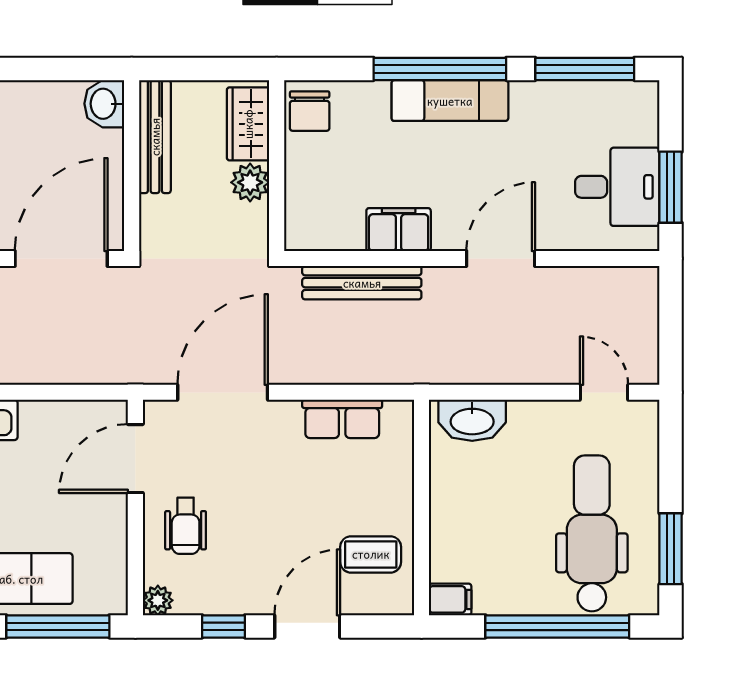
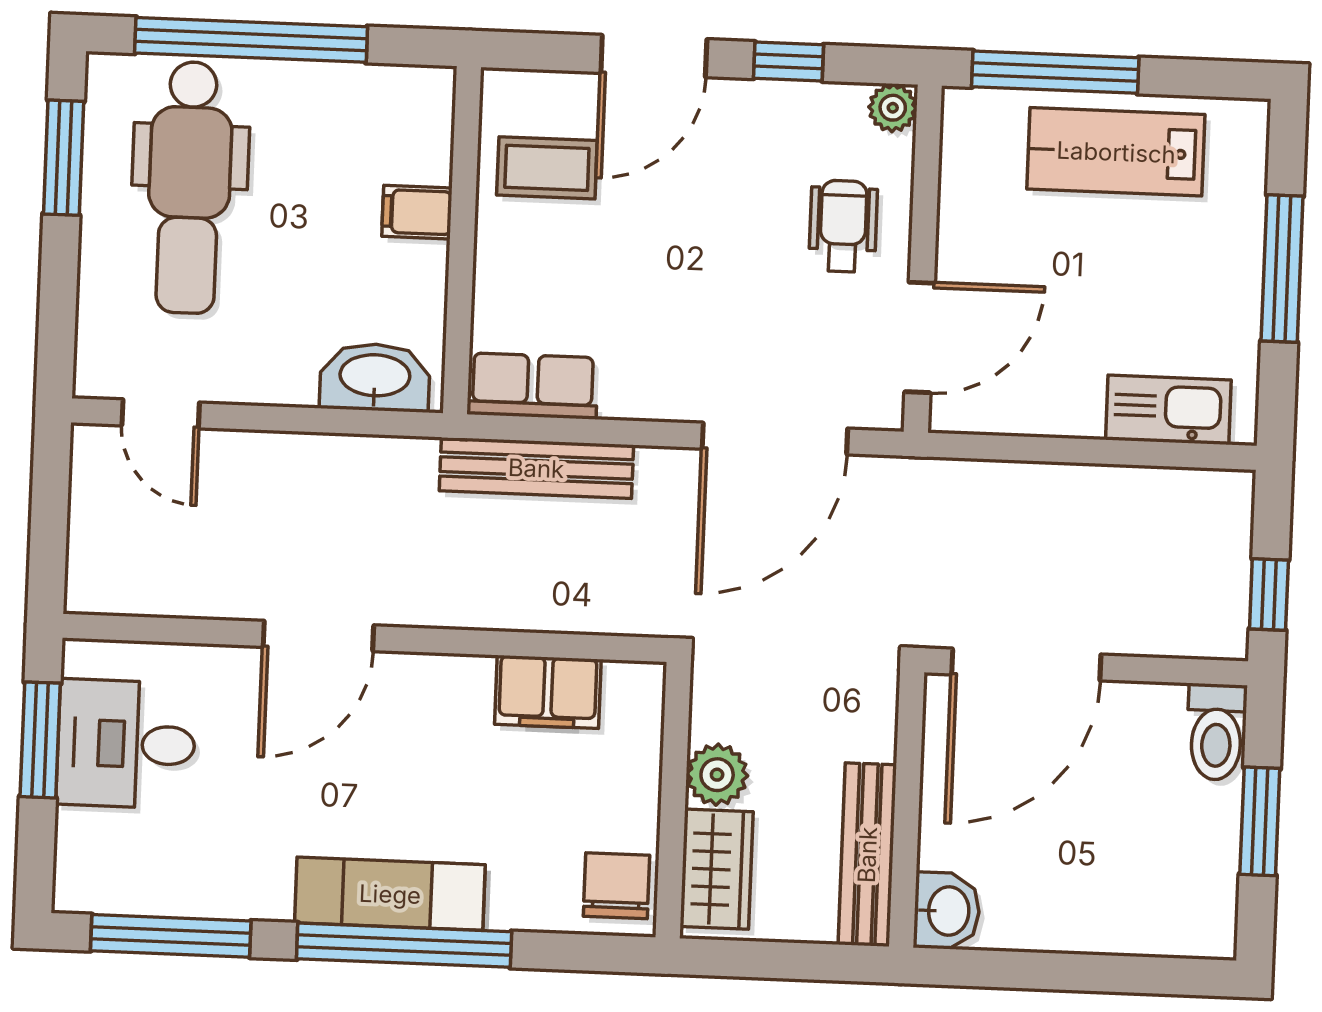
filing cabinet: (399, 230) -> (548, 692), moved
bench: (362, 283) -> (536, 468), moved
row of seats: (342, 419) -> (533, 386), moved
filing cabinet: (450, 599) -> (417, 212), moved

